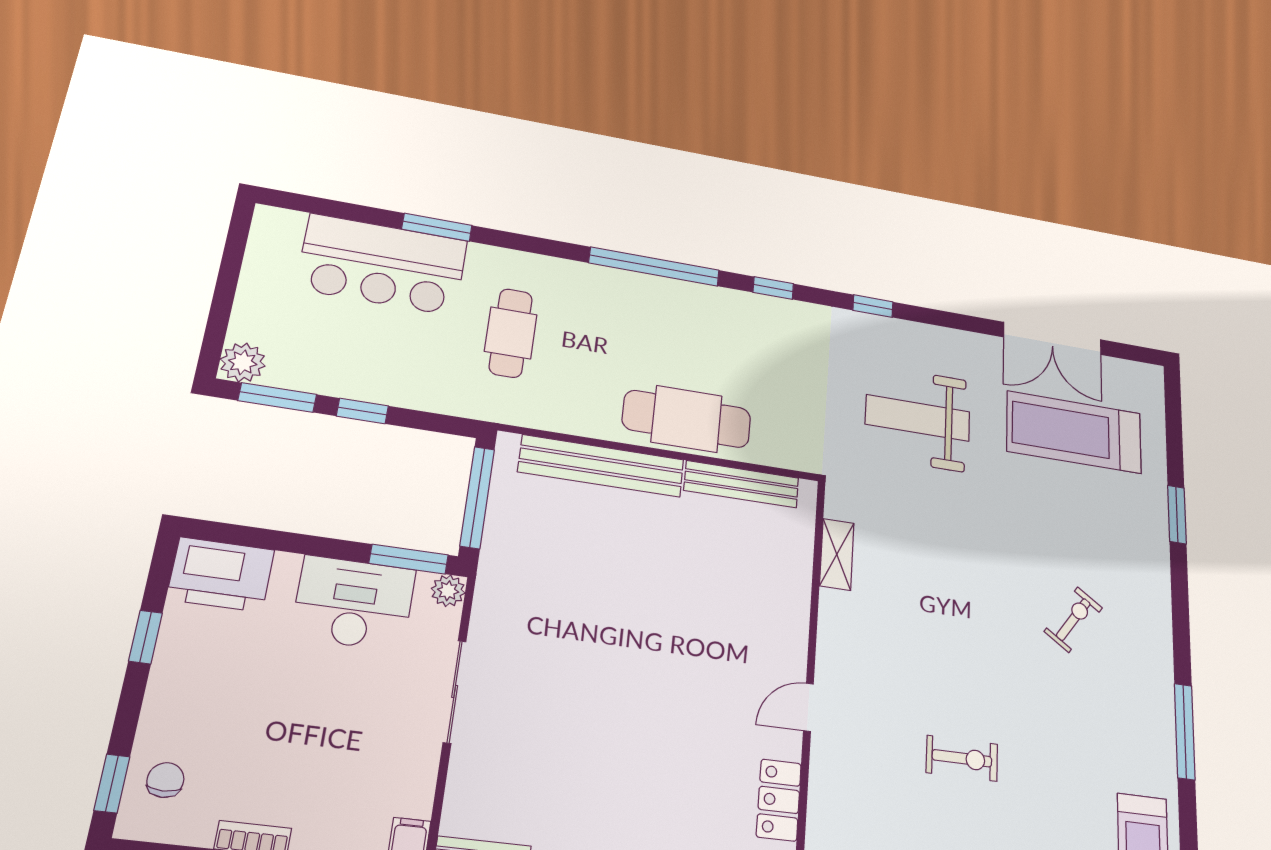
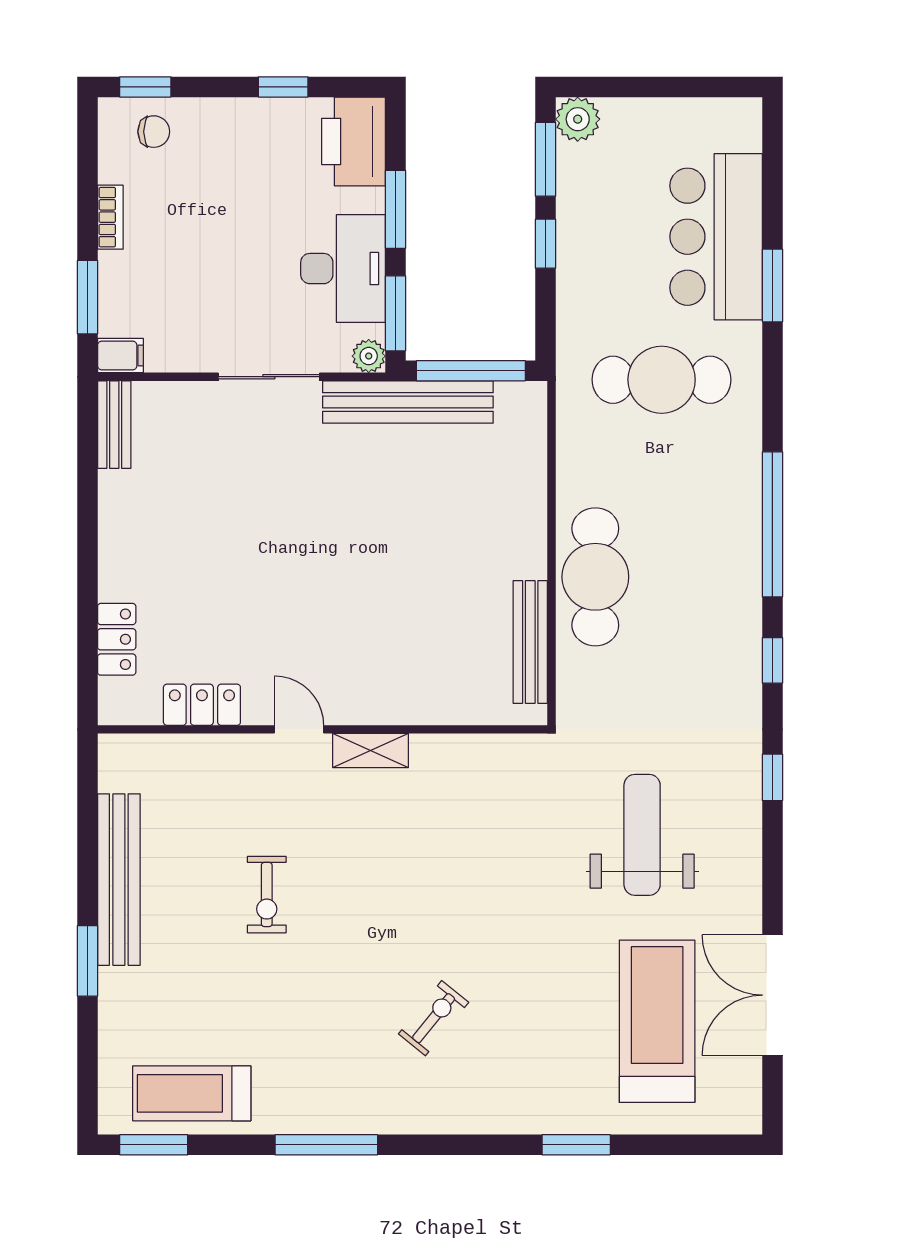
cafe table: (511, 333) -> (662, 380), width x1.37, depth x1.35
bench: (601, 466) -> (408, 402), moved, turned 90
window: (301, 544) -> (395, 209), added
shelving: (837, 554) -> (370, 750), moved
exercise bike: (1073, 620) -> (434, 1018), turned -86

